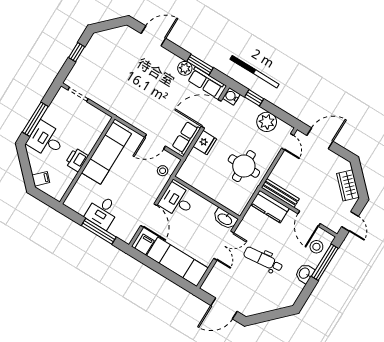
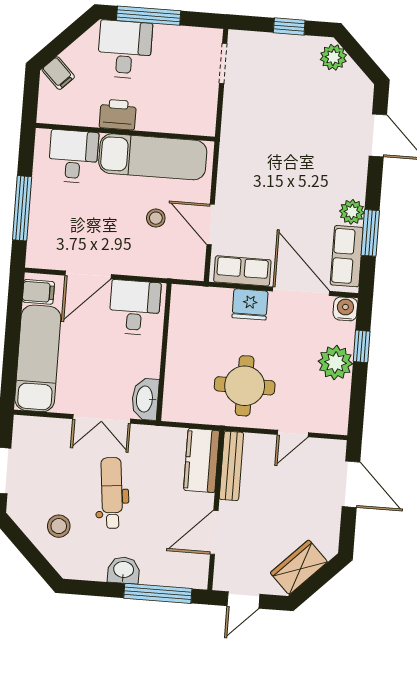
plant: (103, 38) -> (333, 57), added
plant: (267, 122) -> (335, 363), moved
door: (288, 142) -> (293, 434), moved
stool: (163, 171) -> (156, 218), moved
desk: (102, 212) -> (73, 156), moved, turned 90
stool: (316, 247) -> (59, 526), moved

